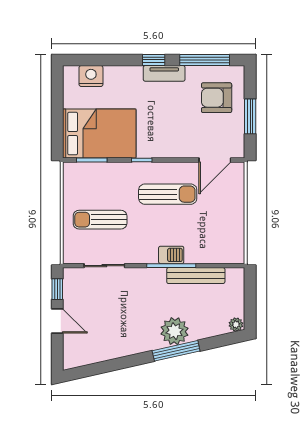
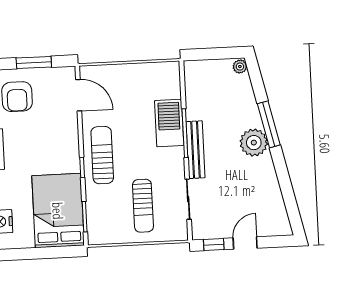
sun lounger: (168, 194) -> (102, 155), moved
barbecue: (171, 255) -> (169, 123), width x1.88, depth x1.53
bench: (196, 276) -> (196, 150), moved
plant: (174, 331) -> (254, 143), moved

